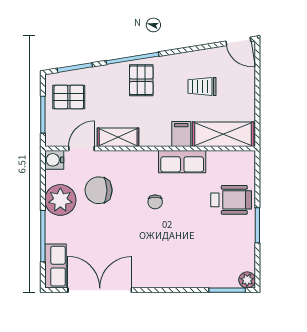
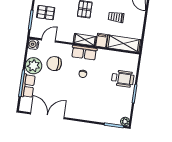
shelving: (118, 137) -> (85, 40), moved
row of seats: (182, 162) -> (84, 53), moved
row of seats: (55, 266) -> (28, 86), moved

